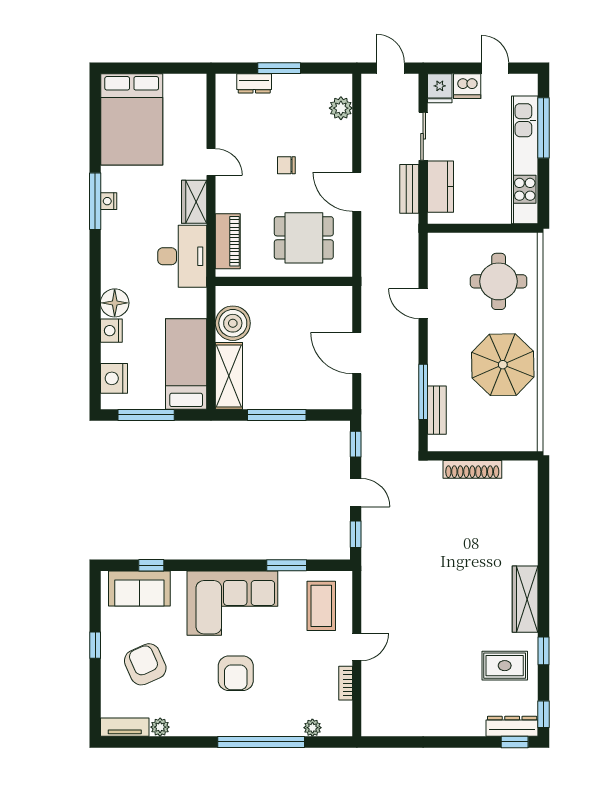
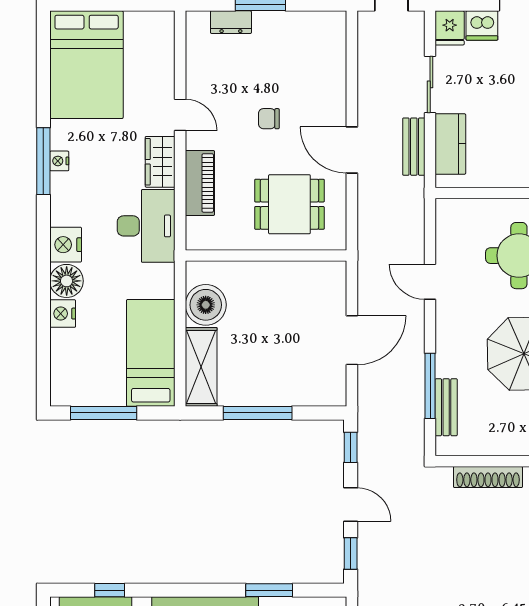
plant: (341, 108) -> (333, 51), removed
piano: (228, 241) -> (200, 183), moved
door: (357, 353) -> (352, 340), swing flipped
nightstand: (114, 378) -> (66, 245), moved

